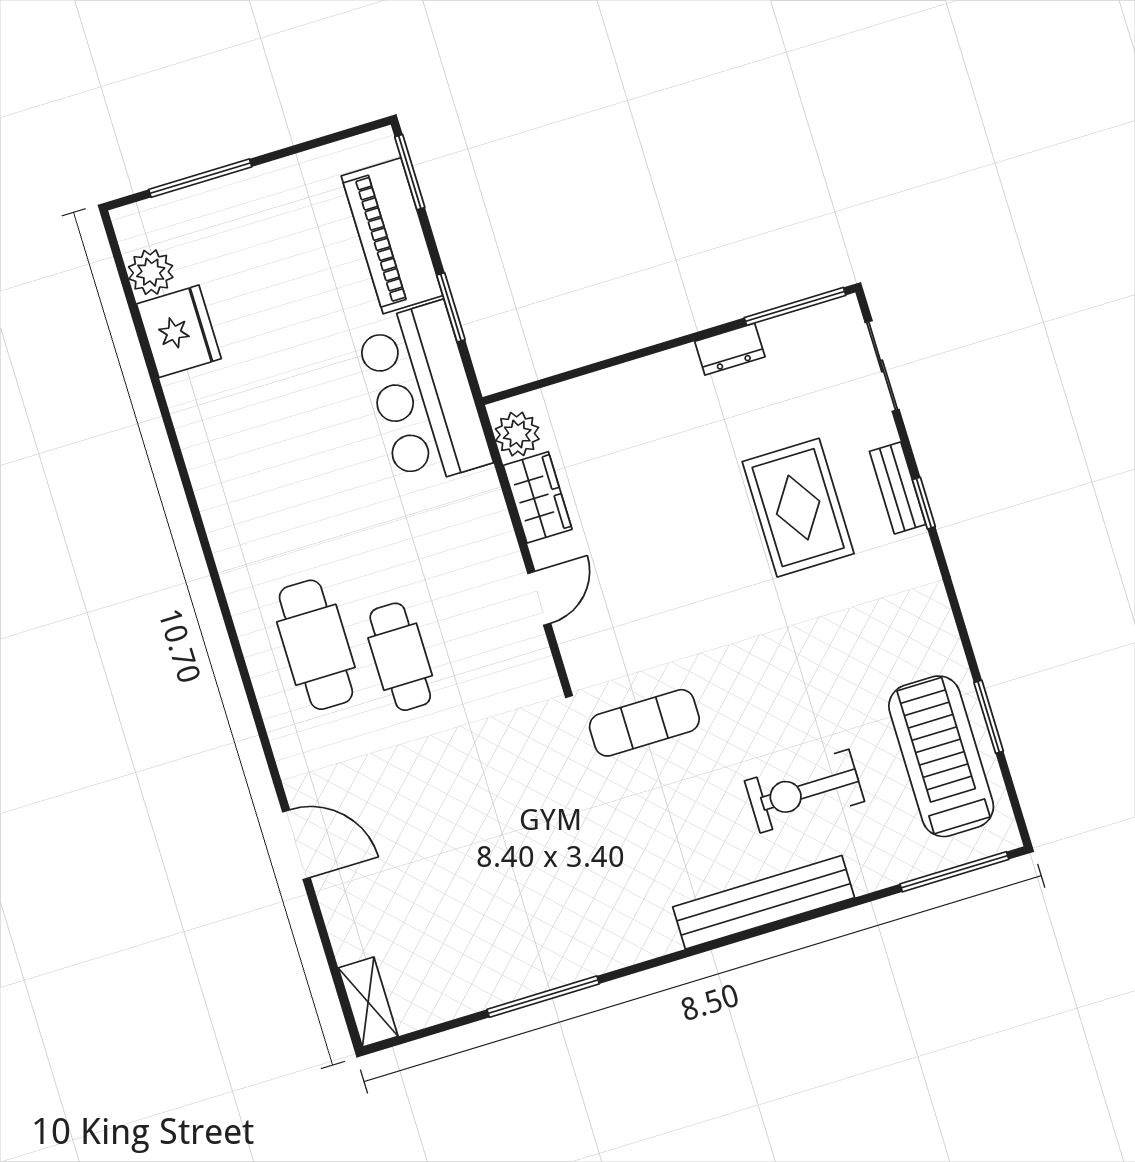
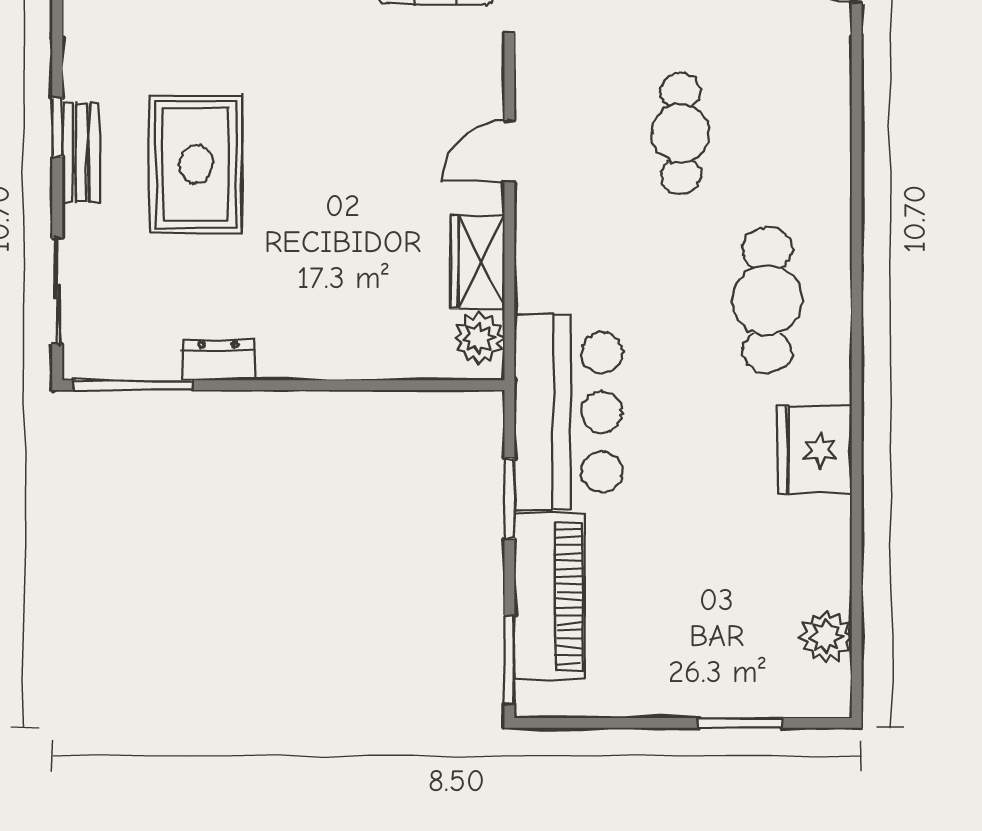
window: (200, 178) -> (740, 723), width x0.69
fridge: (179, 331) -> (815, 450), moved
cafe table: (316, 645) -> (767, 300), moved

